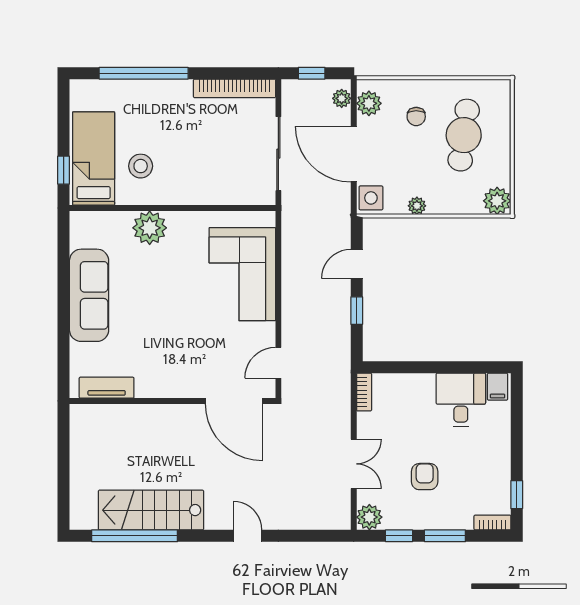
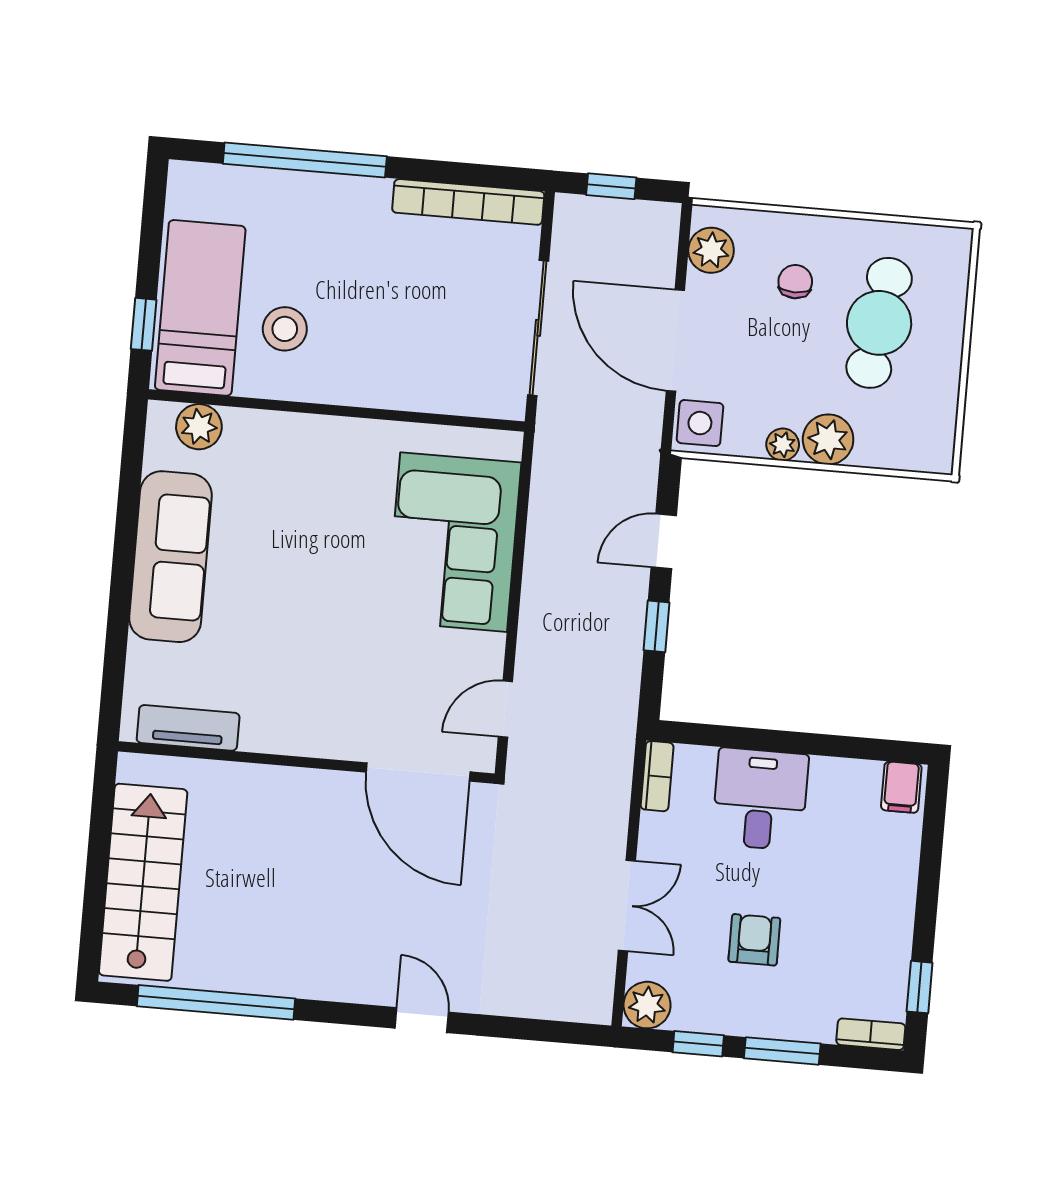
plant: (342, 98) -> (662, 237), removed
chair: (416, 117) -> (795, 282), turned 180
plant: (497, 201) -> (828, 439), moved
plant: (150, 228) -> (199, 427), moved, width x0.73, depth x0.73
desk: (461, 400) -> (760, 799), moved
stairs: (151, 510) -> (143, 882), moved, turned 90

